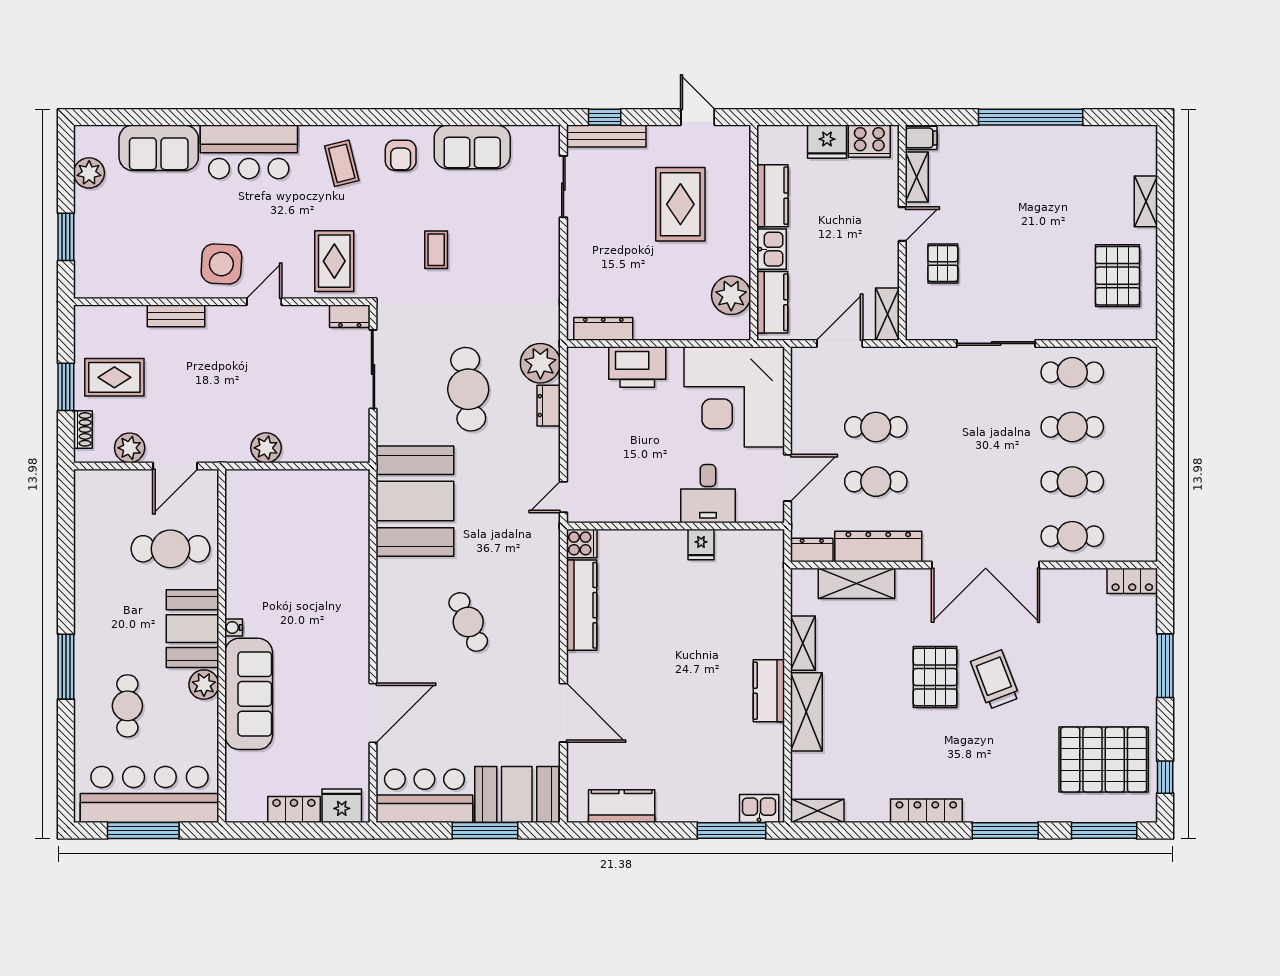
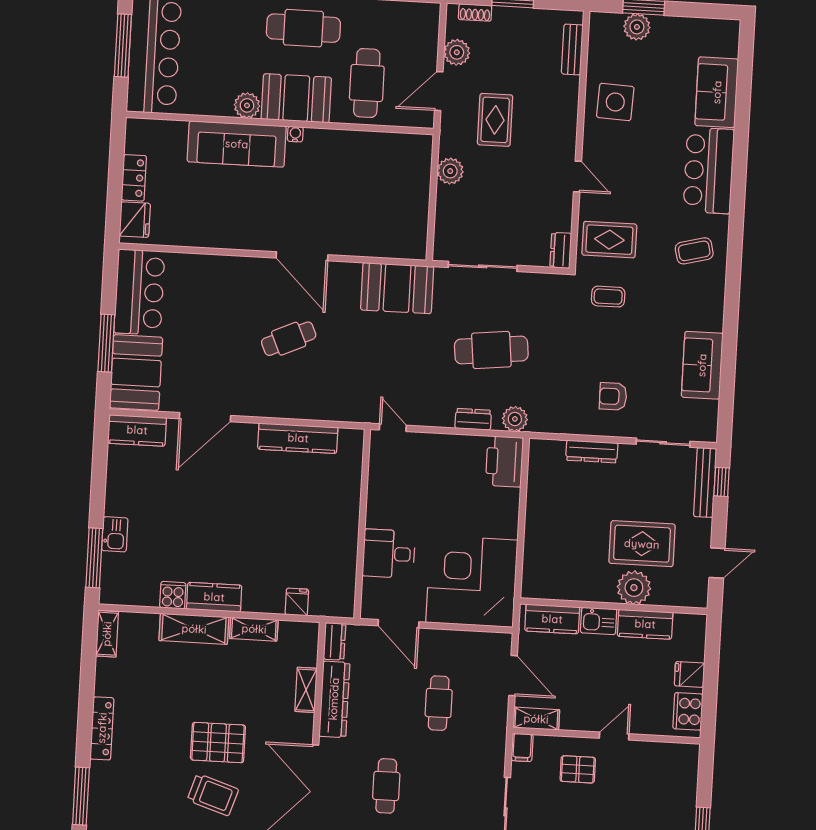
filing cabinet: (921, 138) -> (522, 747), moved
fridge: (827, 142) -> (689, 674), width x0.72
armchair: (401, 155) -> (613, 396), moved
plant: (89, 173) -> (637, 27), moved
shelving: (917, 177) -> (654, 751), removed
door: (902, 224) -> (614, 736), swing flipped
coffee table: (436, 250) -> (608, 297), moved
side table: (221, 264) -> (615, 102), moved
plant: (731, 295) -> (634, 588), moved
bench: (176, 316) -> (572, 49), moved
dresser: (603, 329) -> (592, 452), moved, turned 90
plant: (540, 363) -> (515, 419), width x0.73, depth x0.73
printer: (637, 367) -> (504, 461), moved
sliding door: (373, 369) -> (483, 266), moved
rug: (114, 377) -> (495, 120), moved
door: (175, 466) -> (439, 91), hinge flipped
cafe table: (876, 482) -> (386, 786), moved
booth: (415, 501) -> (397, 288), width x0.73, depth x0.70
cooker: (582, 543) -> (173, 595), moved, turned 180
fridge: (701, 544) -> (297, 602), moved, turned 90
shelving: (856, 583) -> (306, 690), width x0.67, depth x0.75
trolley: (995, 680) -> (213, 795), turned 39
cafe table: (127, 706) -> (303, 28), moved, width x1.37, depth x1.35
door: (373, 713) -> (302, 256), moved
kitchen counter: (622, 806) -> (137, 430), moved, turned 90
kitchen sink: (759, 809) -> (115, 534), moved

